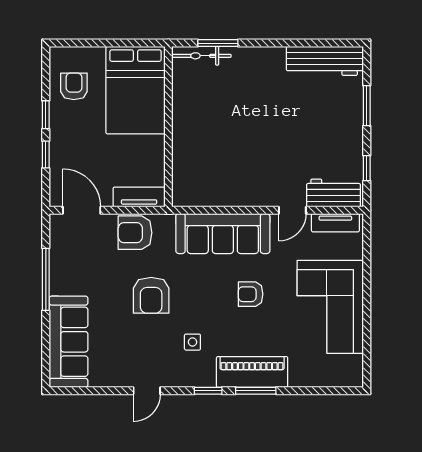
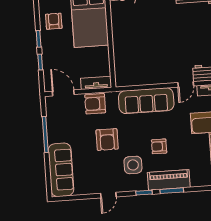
armchair: (251, 294) -> (159, 146), moved
side table: (192, 342) -> (133, 165), width x1.87, depth x1.87

